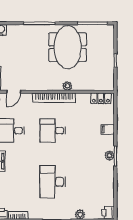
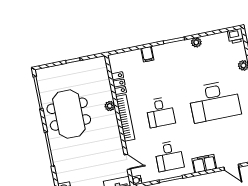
meeting table: (68, 47) -> (69, 114), turned 90
locker: (101, 98) -> (119, 83), moved
plant: (110, 155) -> (196, 42), moved
desk: (53, 182) -> (215, 101), width x1.36, depth x1.30

